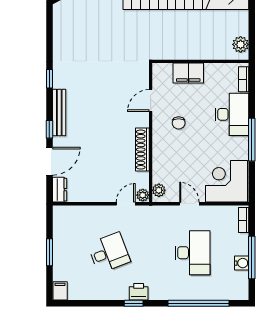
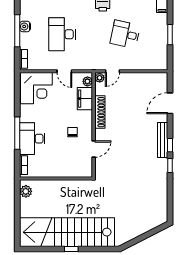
filing cabinet: (188, 73) -> (85, 99), moved, turned -90
window: (49, 129) -> (170, 145), moved
window: (252, 140) -> (17, 133), moved
dresser: (60, 190) -> (162, 82), removed
desk: (109, 253) -> (125, 34), turned 33

